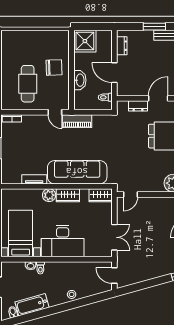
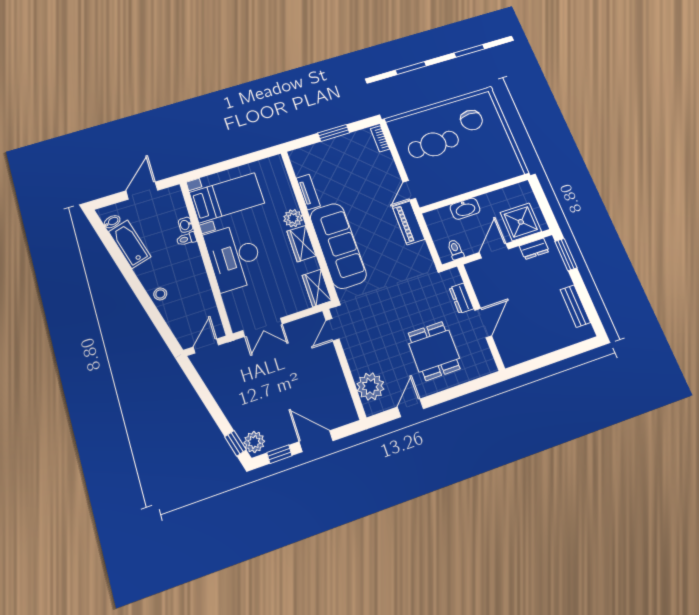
window: (154, 27) -> (566, 255), moved
shower: (85, 41) -> (521, 222), moved
chair: (54, 67) -> (471, 120), moved
door: (158, 98) -> (483, 323), hinge flipped
door: (131, 194) -> (332, 330), hinge flipped

